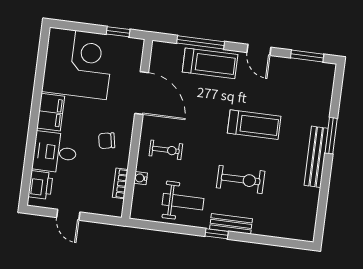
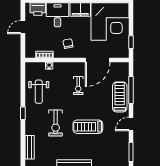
treadmill: (210, 63) -> (120, 97), turned 180
treadmill: (254, 125) -> (88, 127), turned 90
exercise bike: (166, 150) -> (78, 85), moved
bench: (231, 224) -> (30, 147), moved

